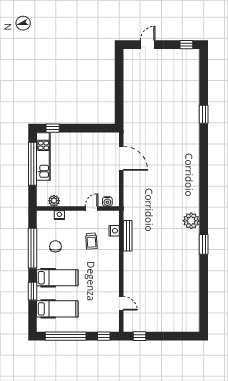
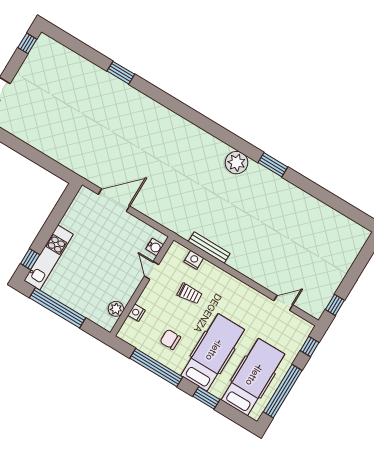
kitchen unit: (43, 156) -> (49, 257), moved, turned 90
hospital bed: (57, 278) -> (213, 352), width x1.37, depth x1.29
hospital bed: (57, 309) -> (253, 377), width x1.37, depth x1.29

